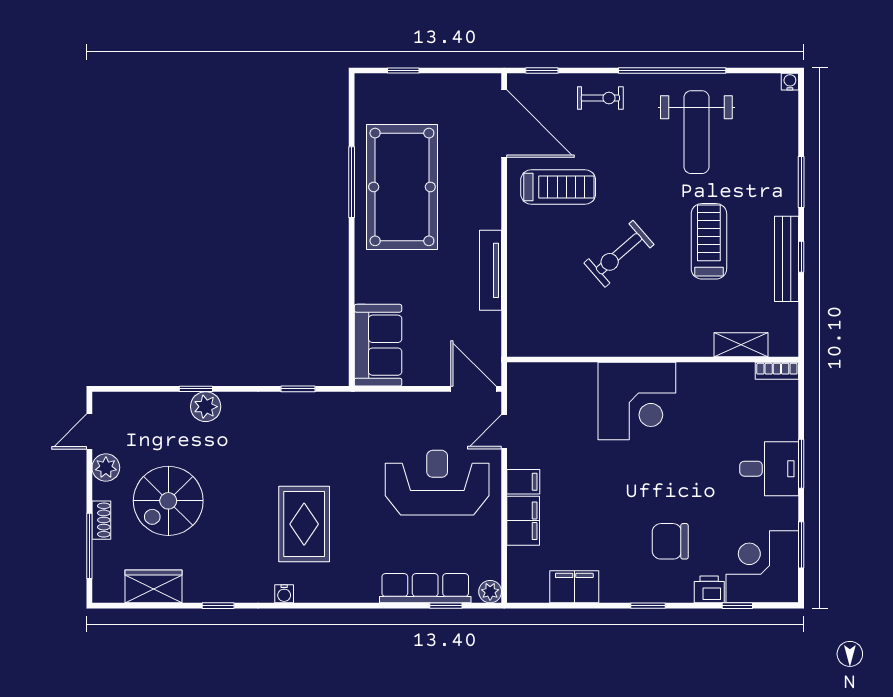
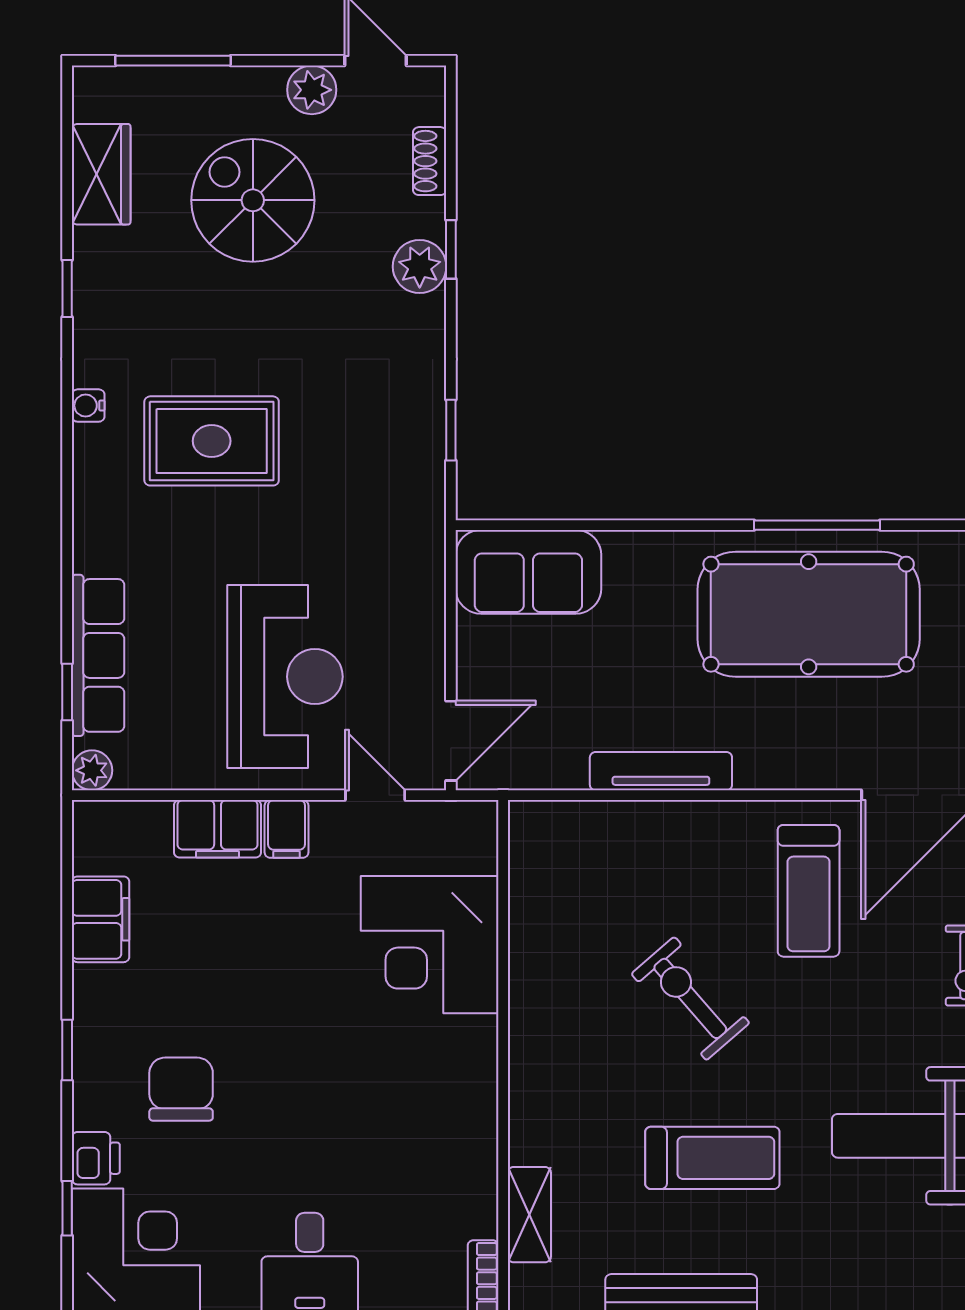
corner desk: (637, 401) -> (430, 945), moved
shoe rack: (101, 520) -> (430, 161), moved, turned 90

